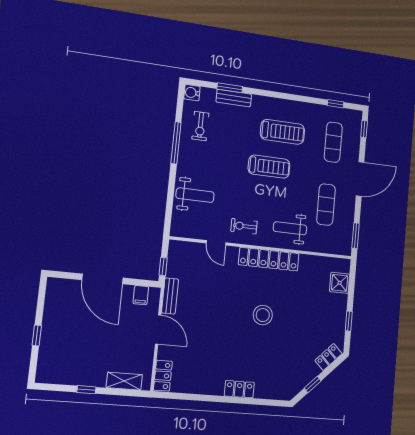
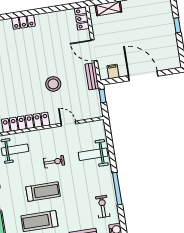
treadmill: (269, 167) -> (43, 192), turned 180
exercise bike: (244, 226) -> (54, 162), moved
stool: (263, 315) -> (53, 84), moved

